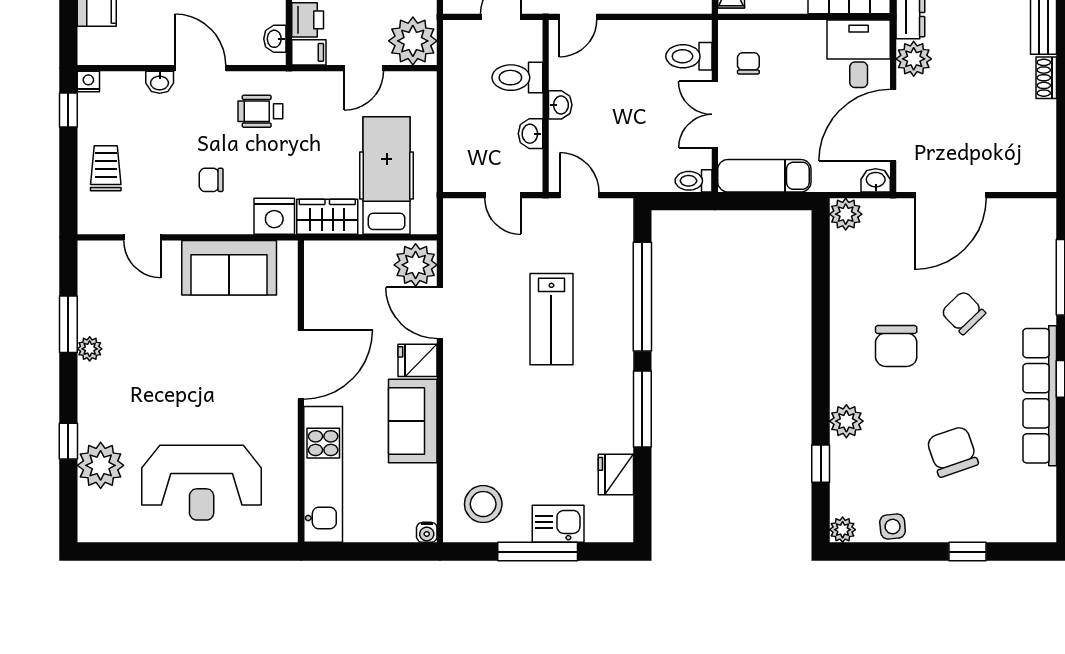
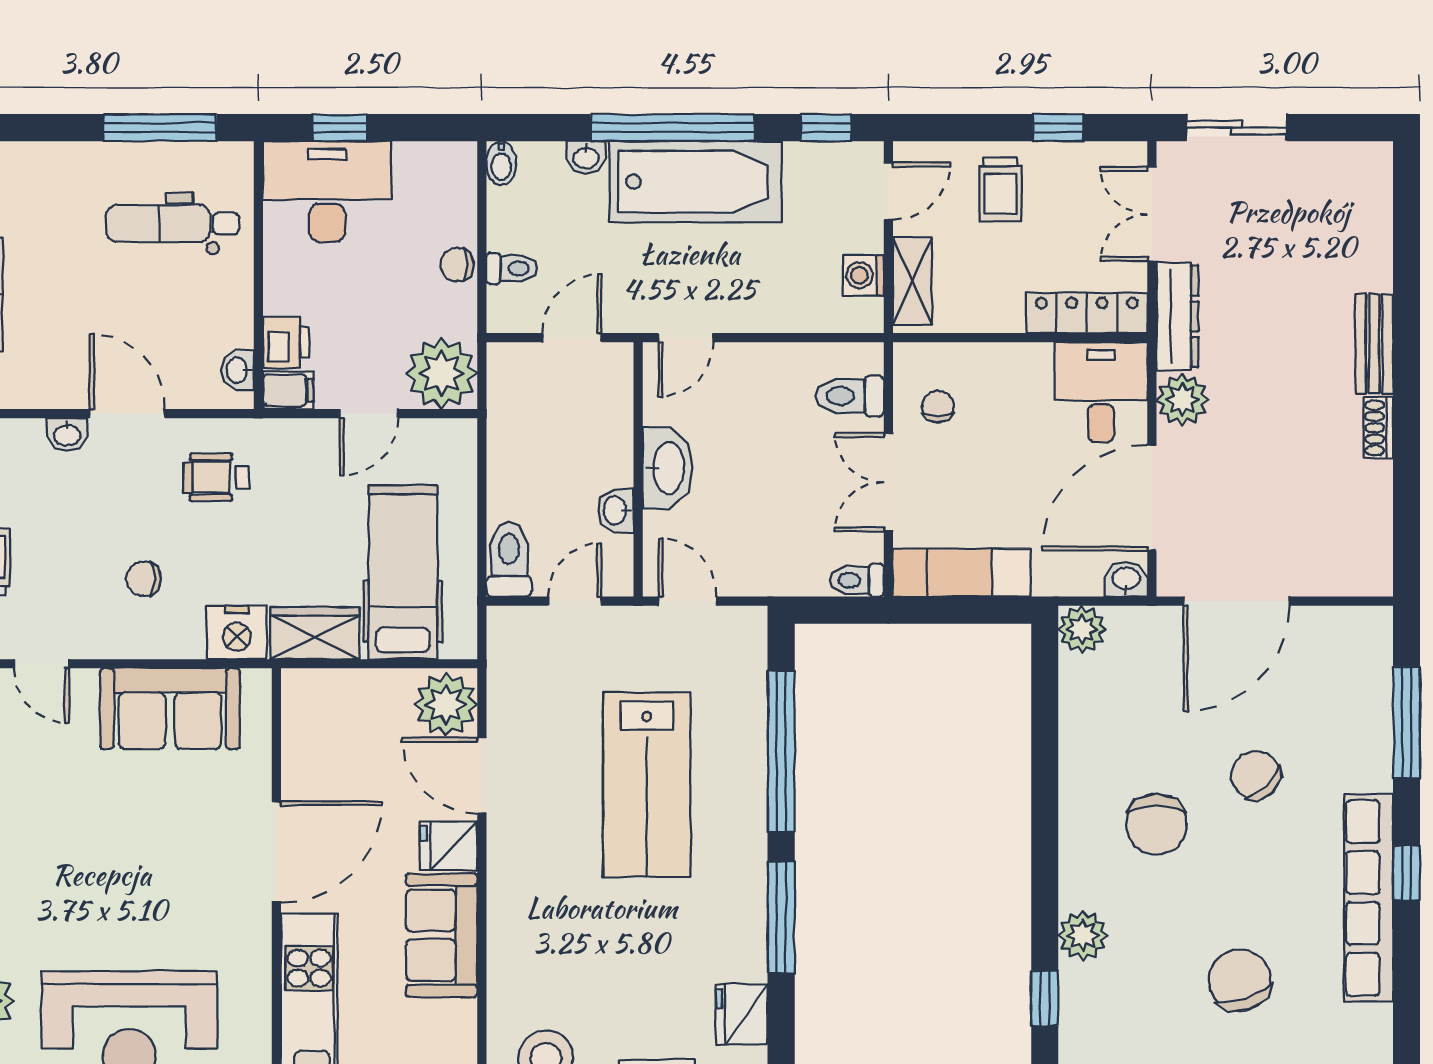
toilet: (517, 78) -> (509, 559), moved, turned 90
washbasin: (560, 105) -> (667, 468), width x1.91, depth x1.45
door: (503, 195) -> (575, 601), swing flipped
lab bench: (551, 319) -> (647, 785), width x1.36, depth x1.39

